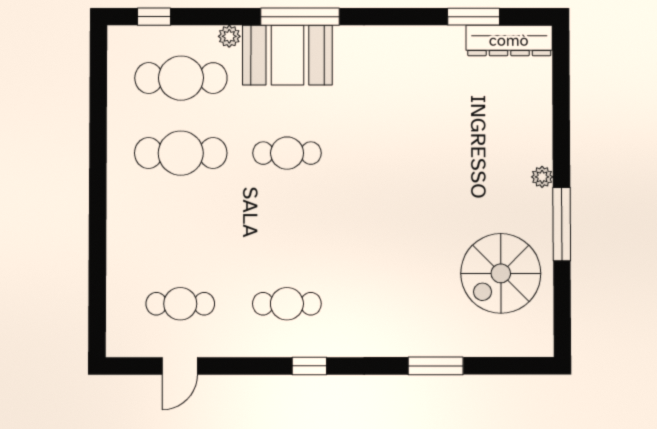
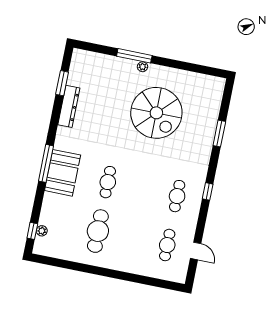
plant: (229, 36) -> (42, 231), moved
dresser: (509, 41) -> (69, 106), moved
cafe table: (181, 78) -> (63, 224), removed
window: (562, 224) -> (134, 56), moved
spiral stairs: (501, 273) -> (156, 113), moved, width x1.37, depth x1.37

